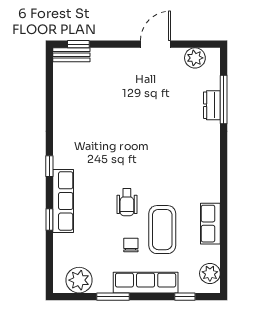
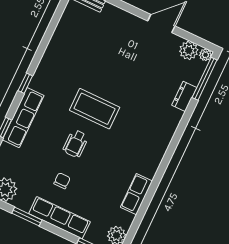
plant: (213, 54) -> (205, 55), added
window: (224, 100) -> (205, 79), moved
coffee table: (162, 230) -> (95, 109), moved, turned 90

